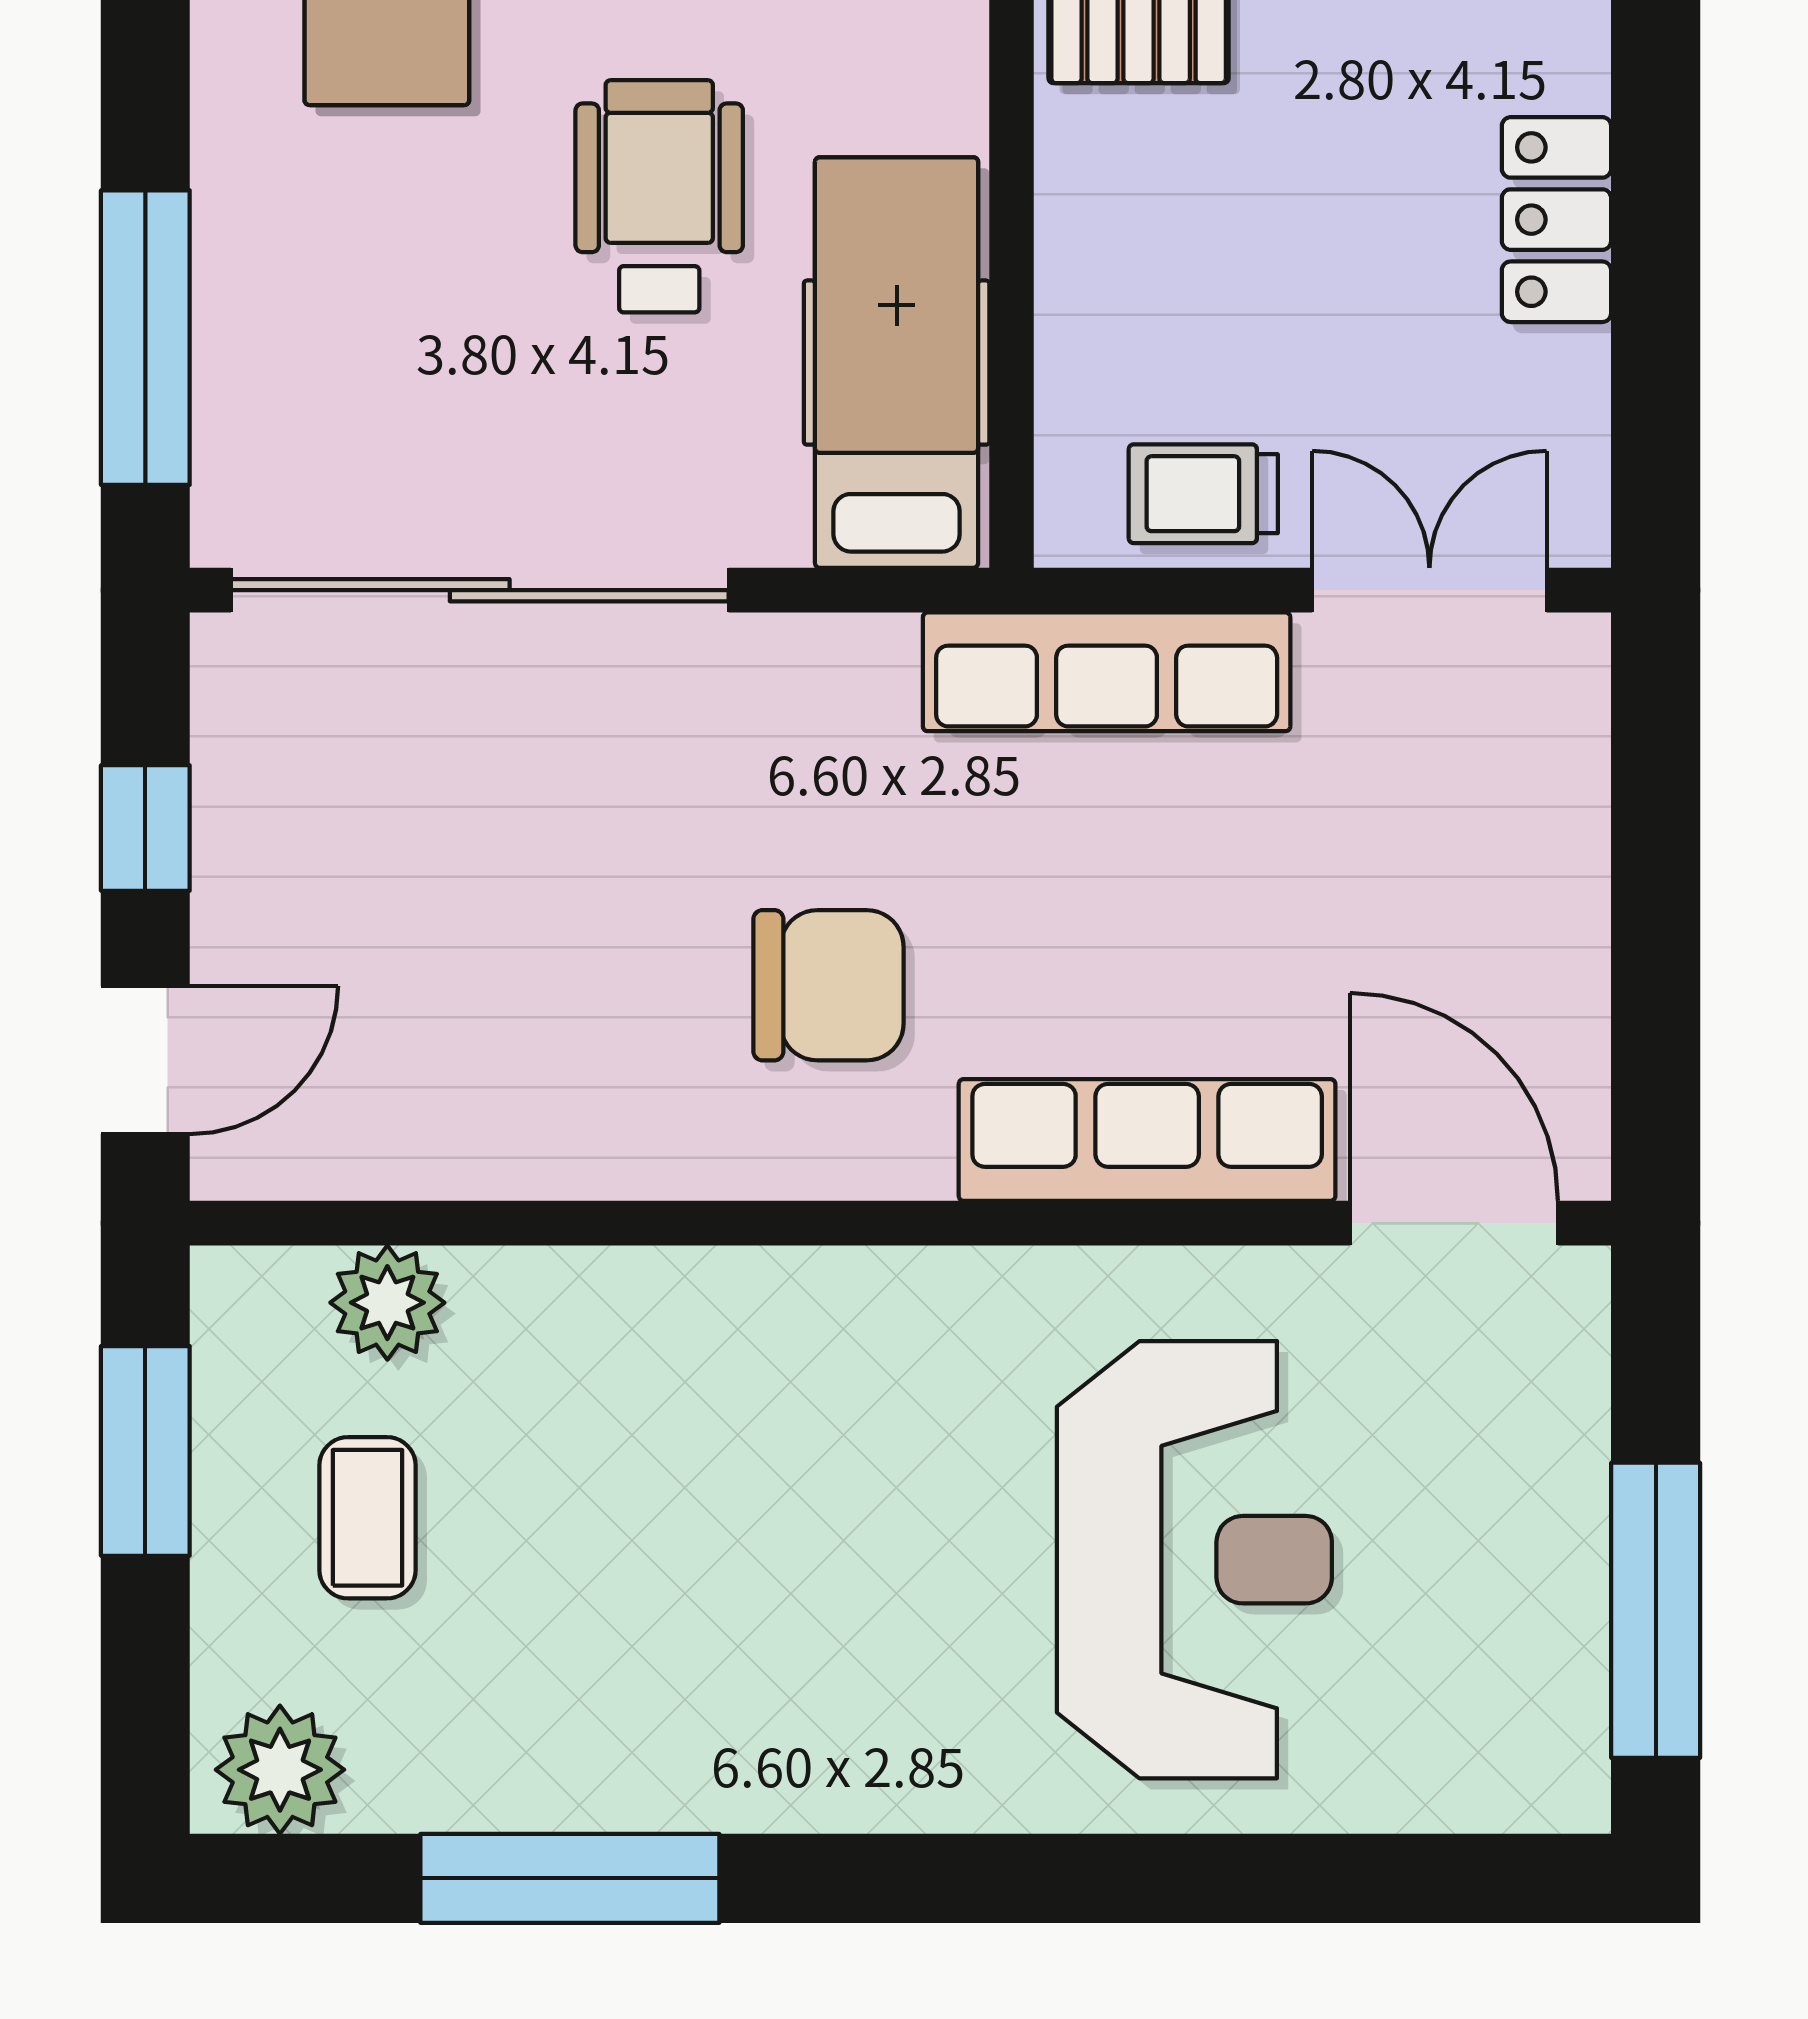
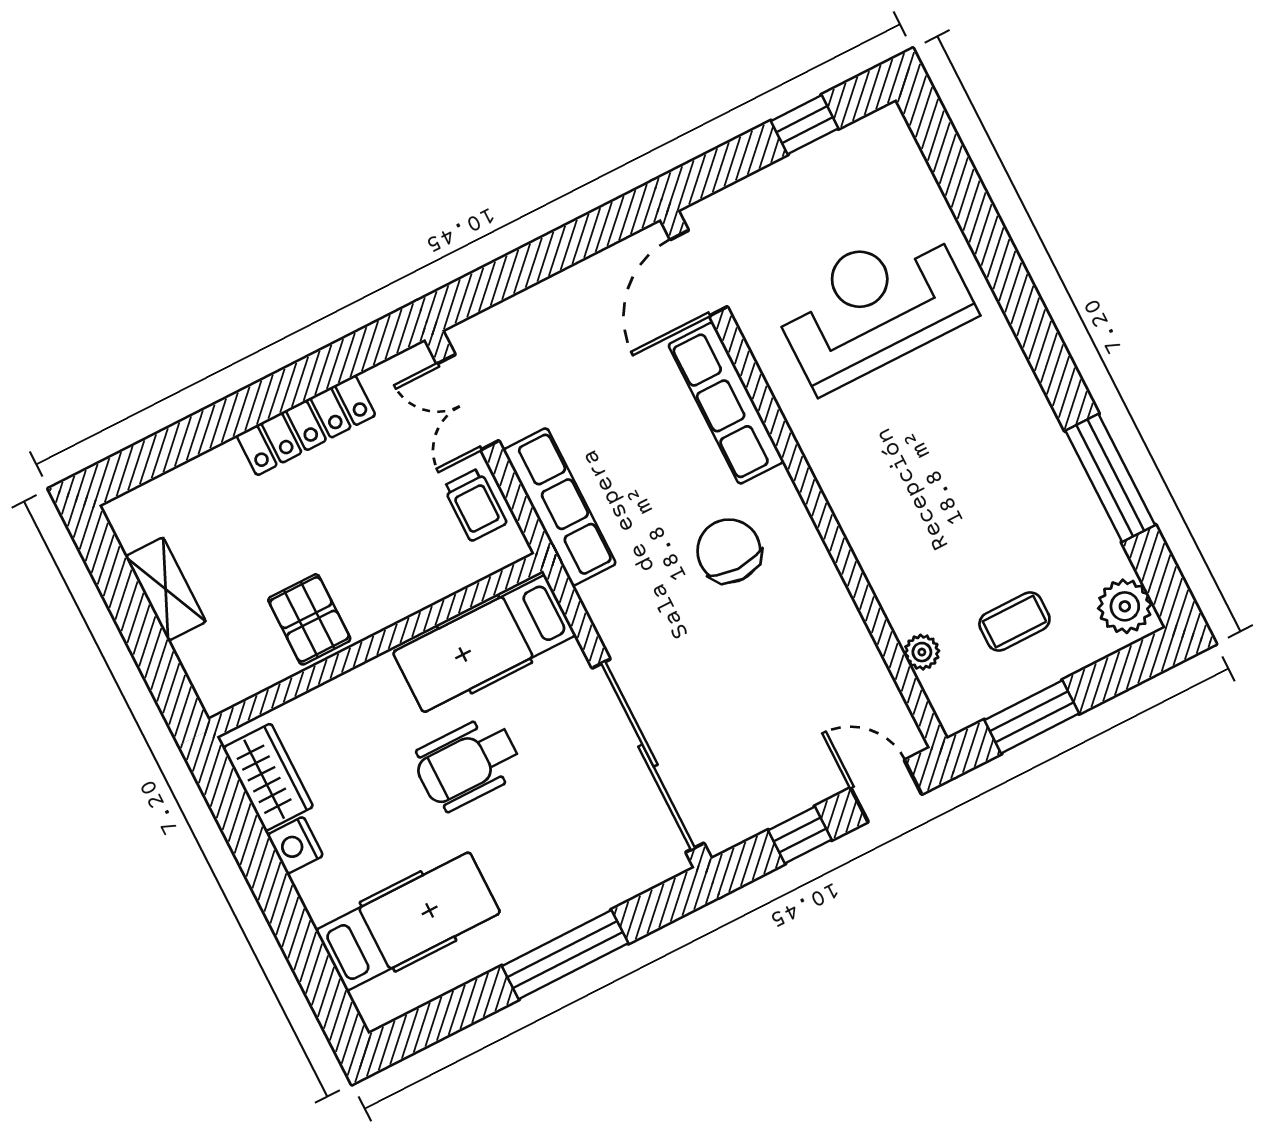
locker: (1556, 220) -> (306, 425), width x1.53
window: (145, 338) -> (565, 955), moved
plant: (387, 1303) -> (922, 652), width x0.73, depth x0.73
window: (1656, 1610) -> (805, 125), width x0.46

